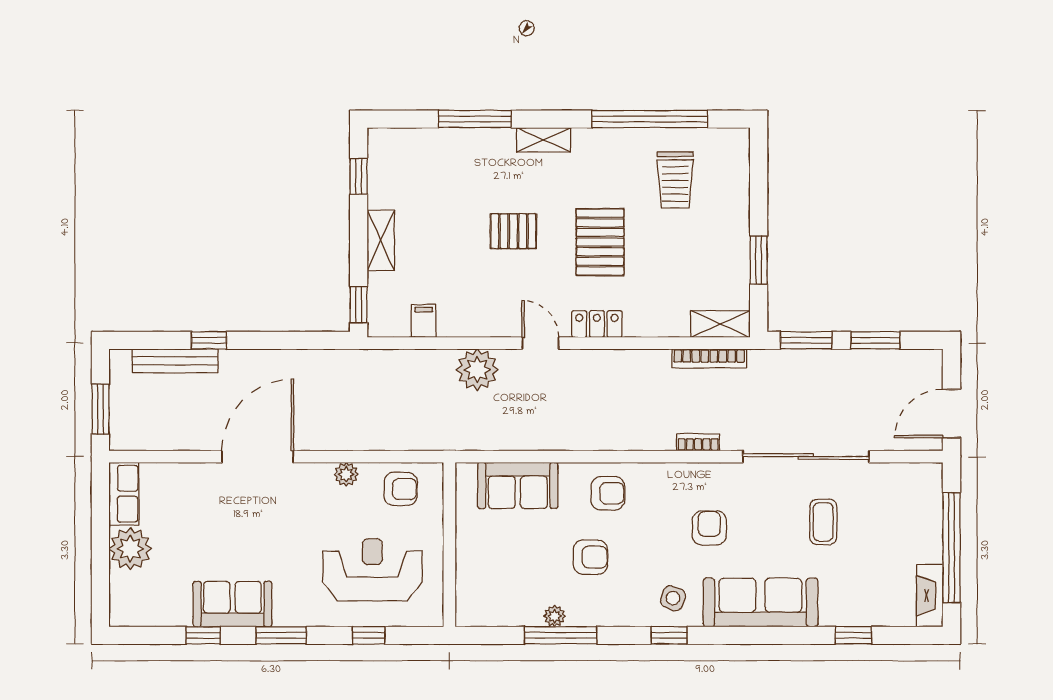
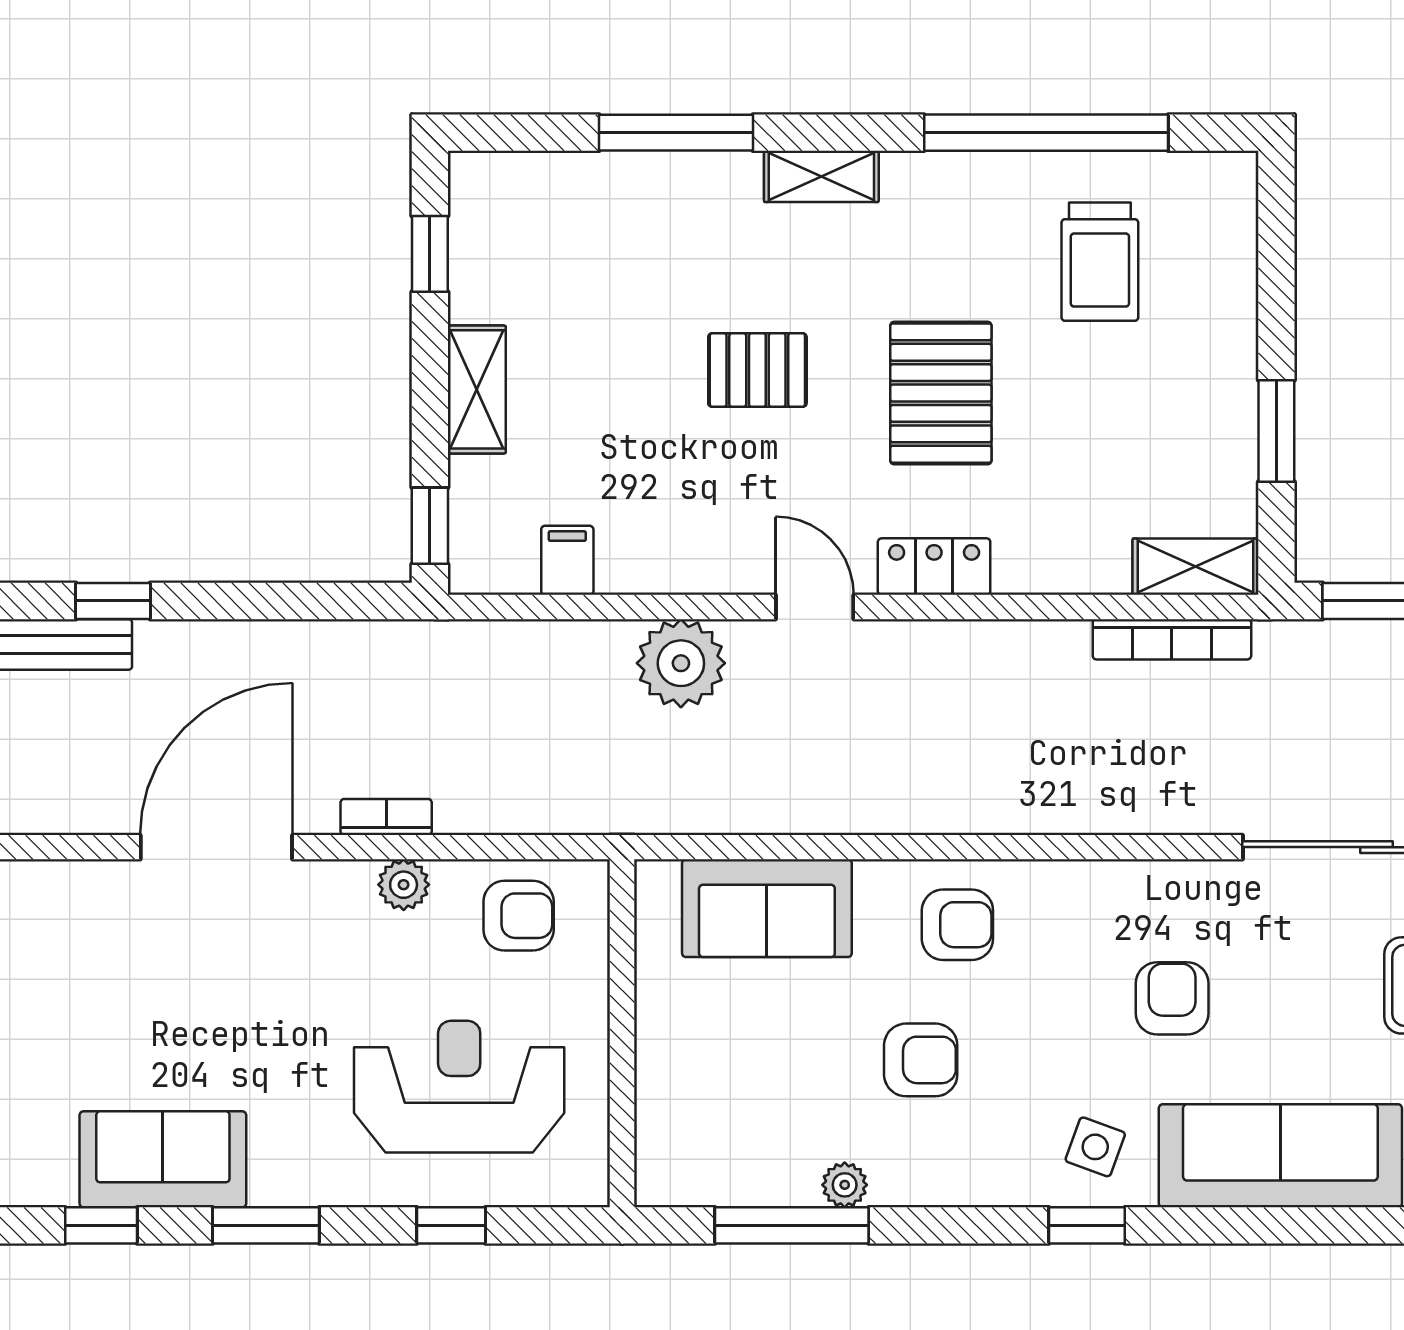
bookcase: (698, 442) -> (386, 817), moved
window: (561, 635) -> (792, 1225), moved

